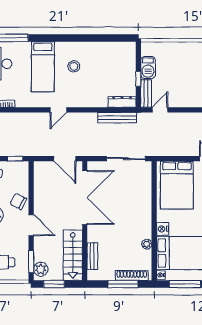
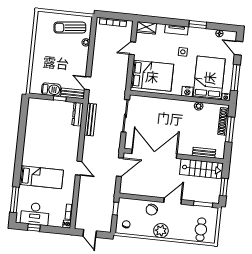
stool: (74, 66) -> (44, 151), removed
plant: (41, 269) -> (210, 197), removed

